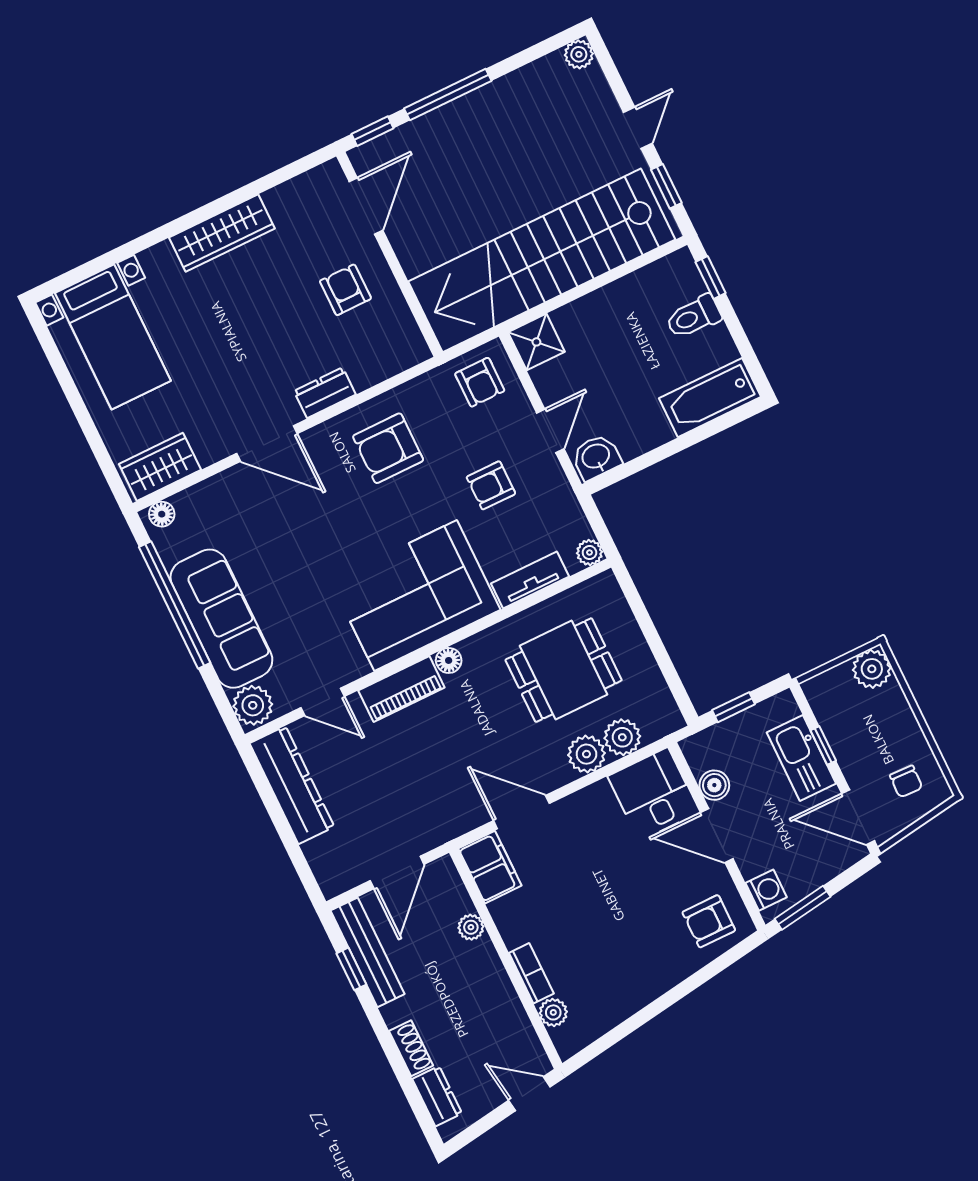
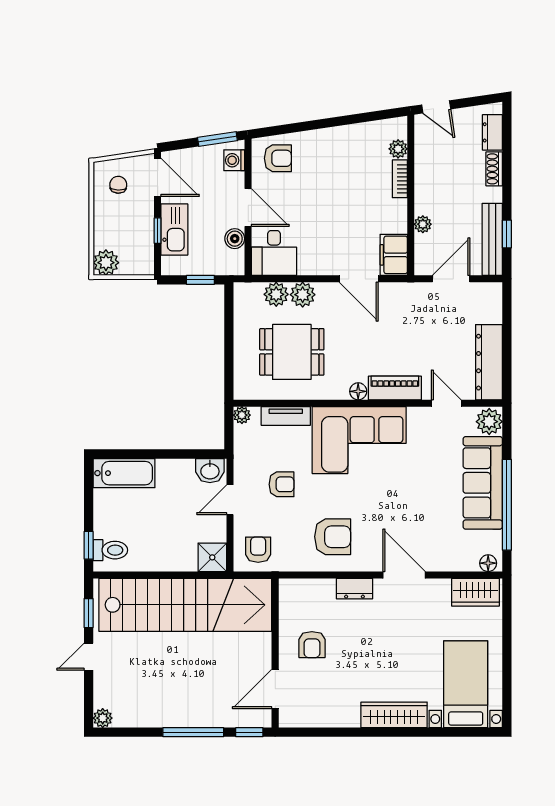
wardrobe: (222, 233) -> (394, 715), moved
toilet: (693, 317) -> (110, 550), moved

